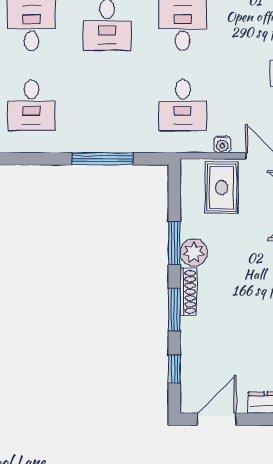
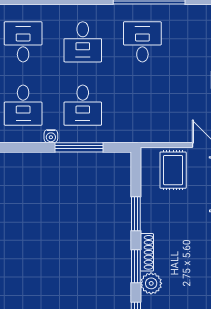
desk: (183, 105) -> (83, 105), moved
water cooler: (222, 145) -> (51, 136), moved
plant: (194, 252) -> (151, 283), moved

